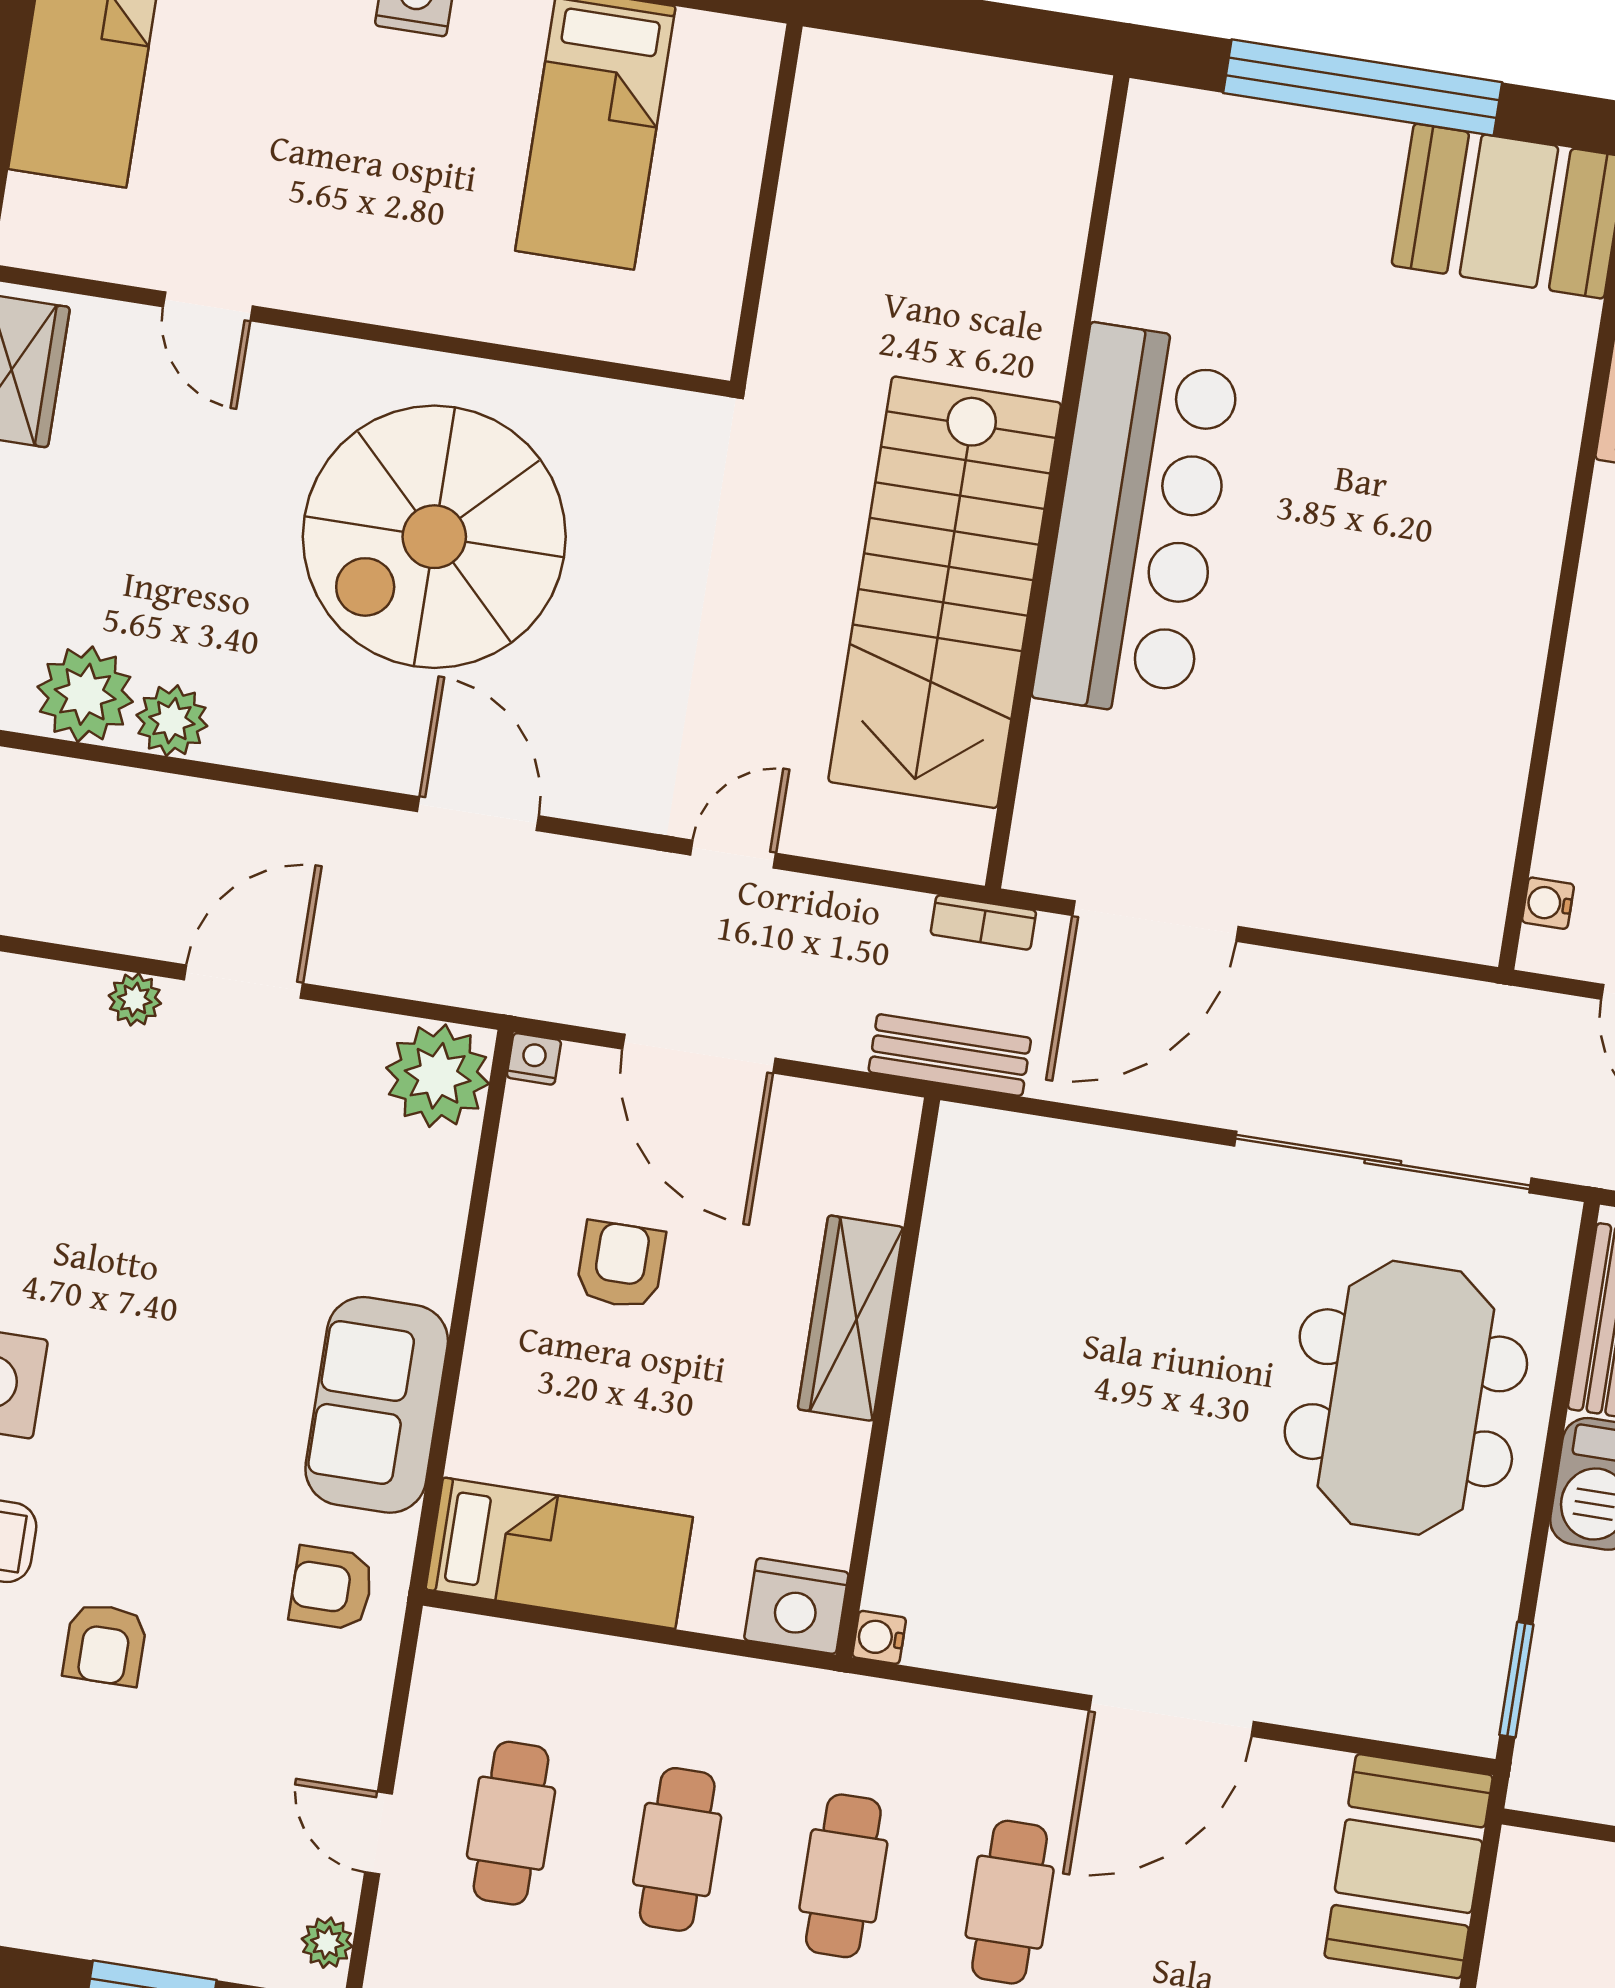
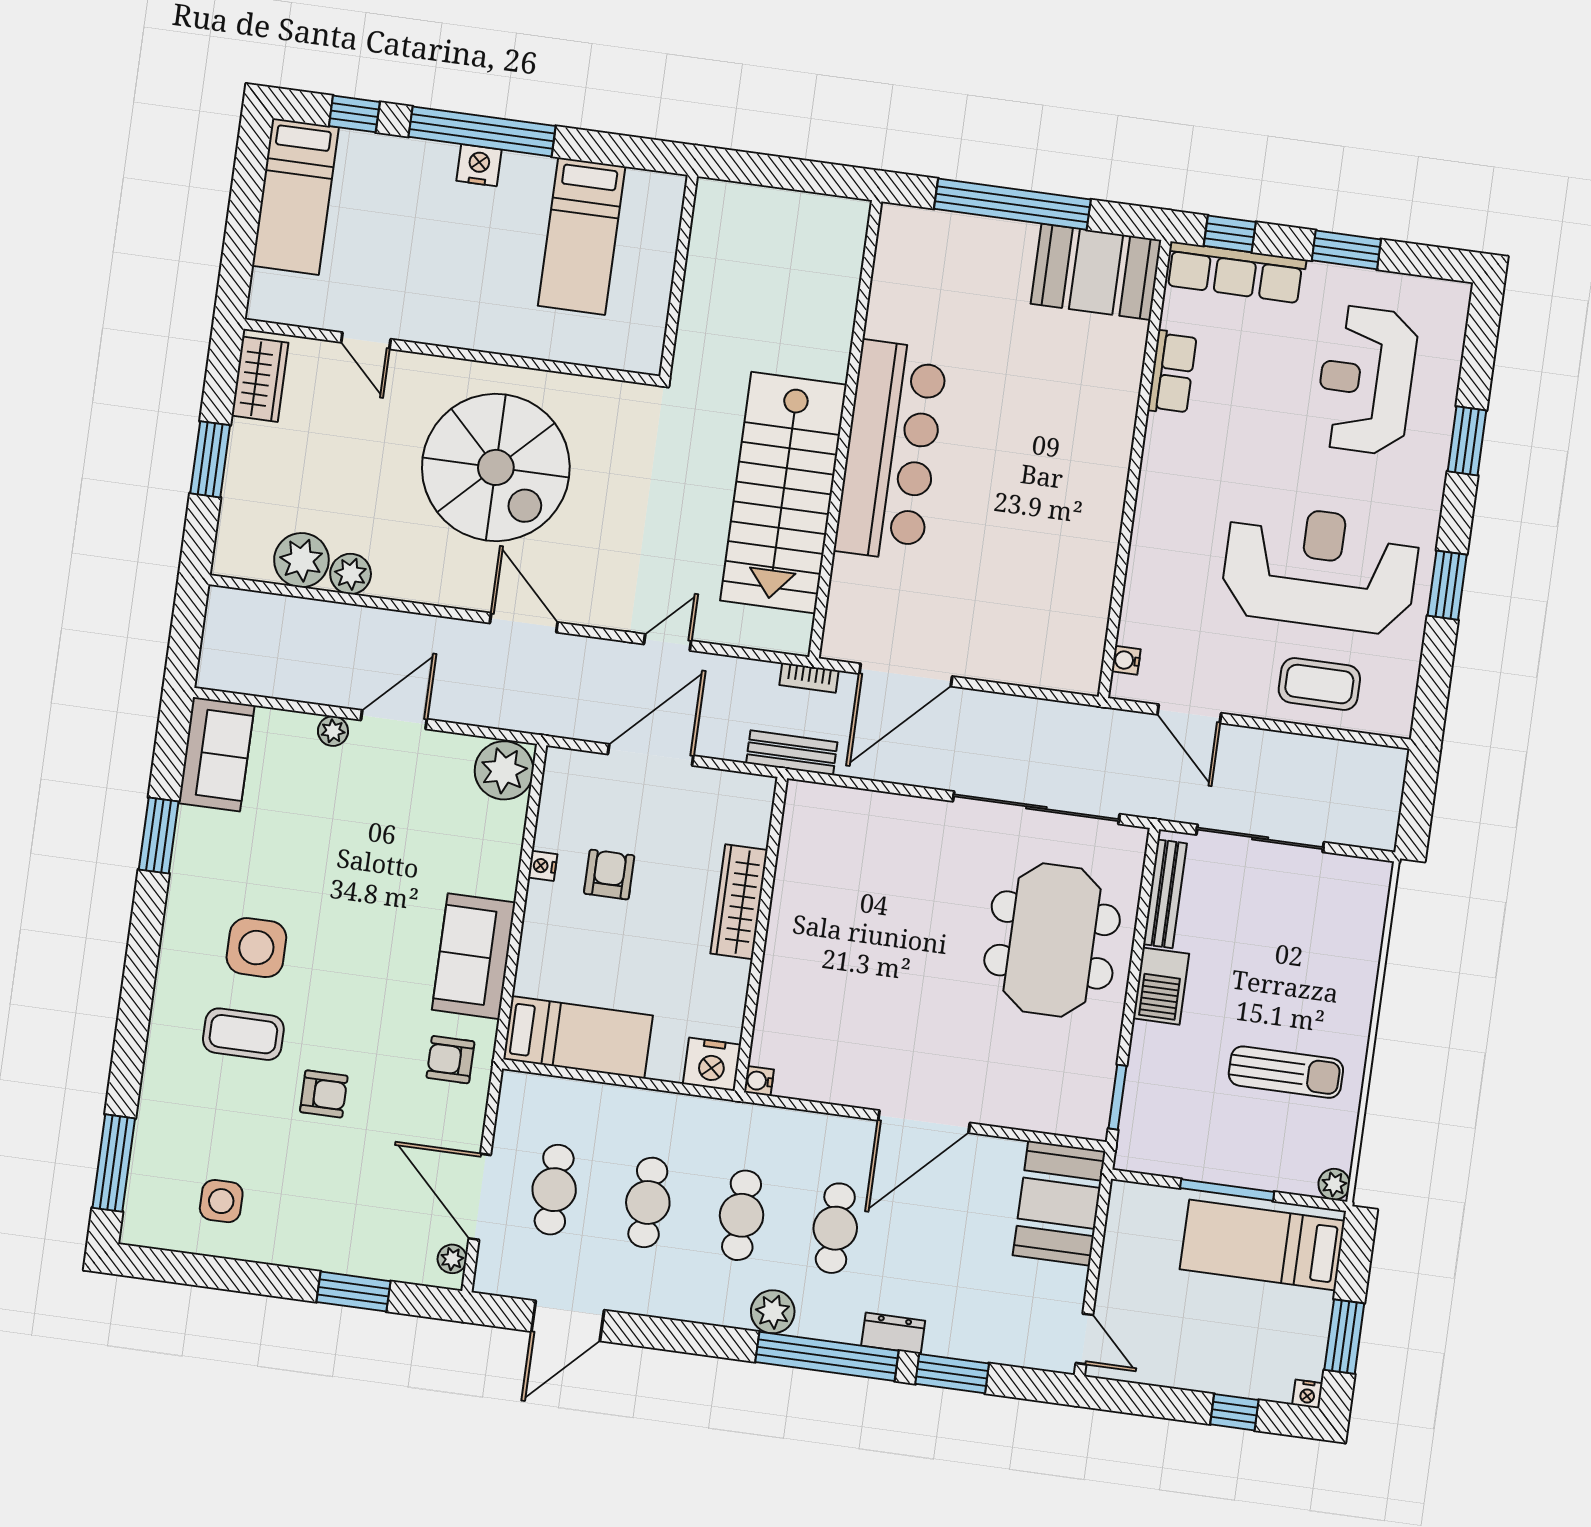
spiral stairs: (434, 537) -> (496, 467), turned -90
door: (699, 1054) -> (651, 755), swing flipped
nightstand: (534, 1059) -> (543, 866), moved, turned -90
armchair: (105, 1644) -> (324, 1094), turned -90
door: (379, 1833) -> (480, 1197), width x1.88

